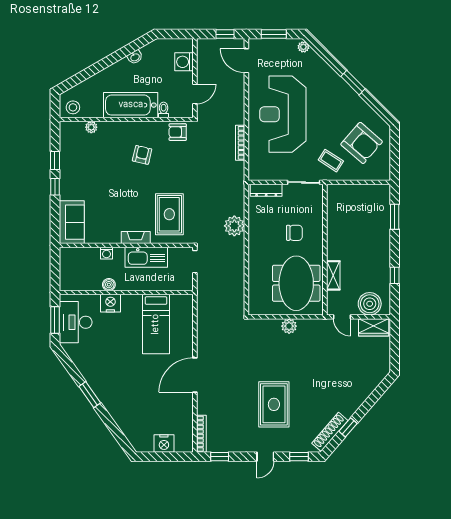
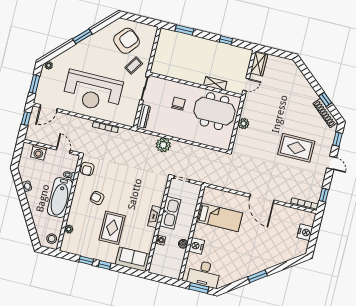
rug: (169, 214) -> (112, 228), moved, turned 90
boiler: (370, 304) -> (242, 63), removed

